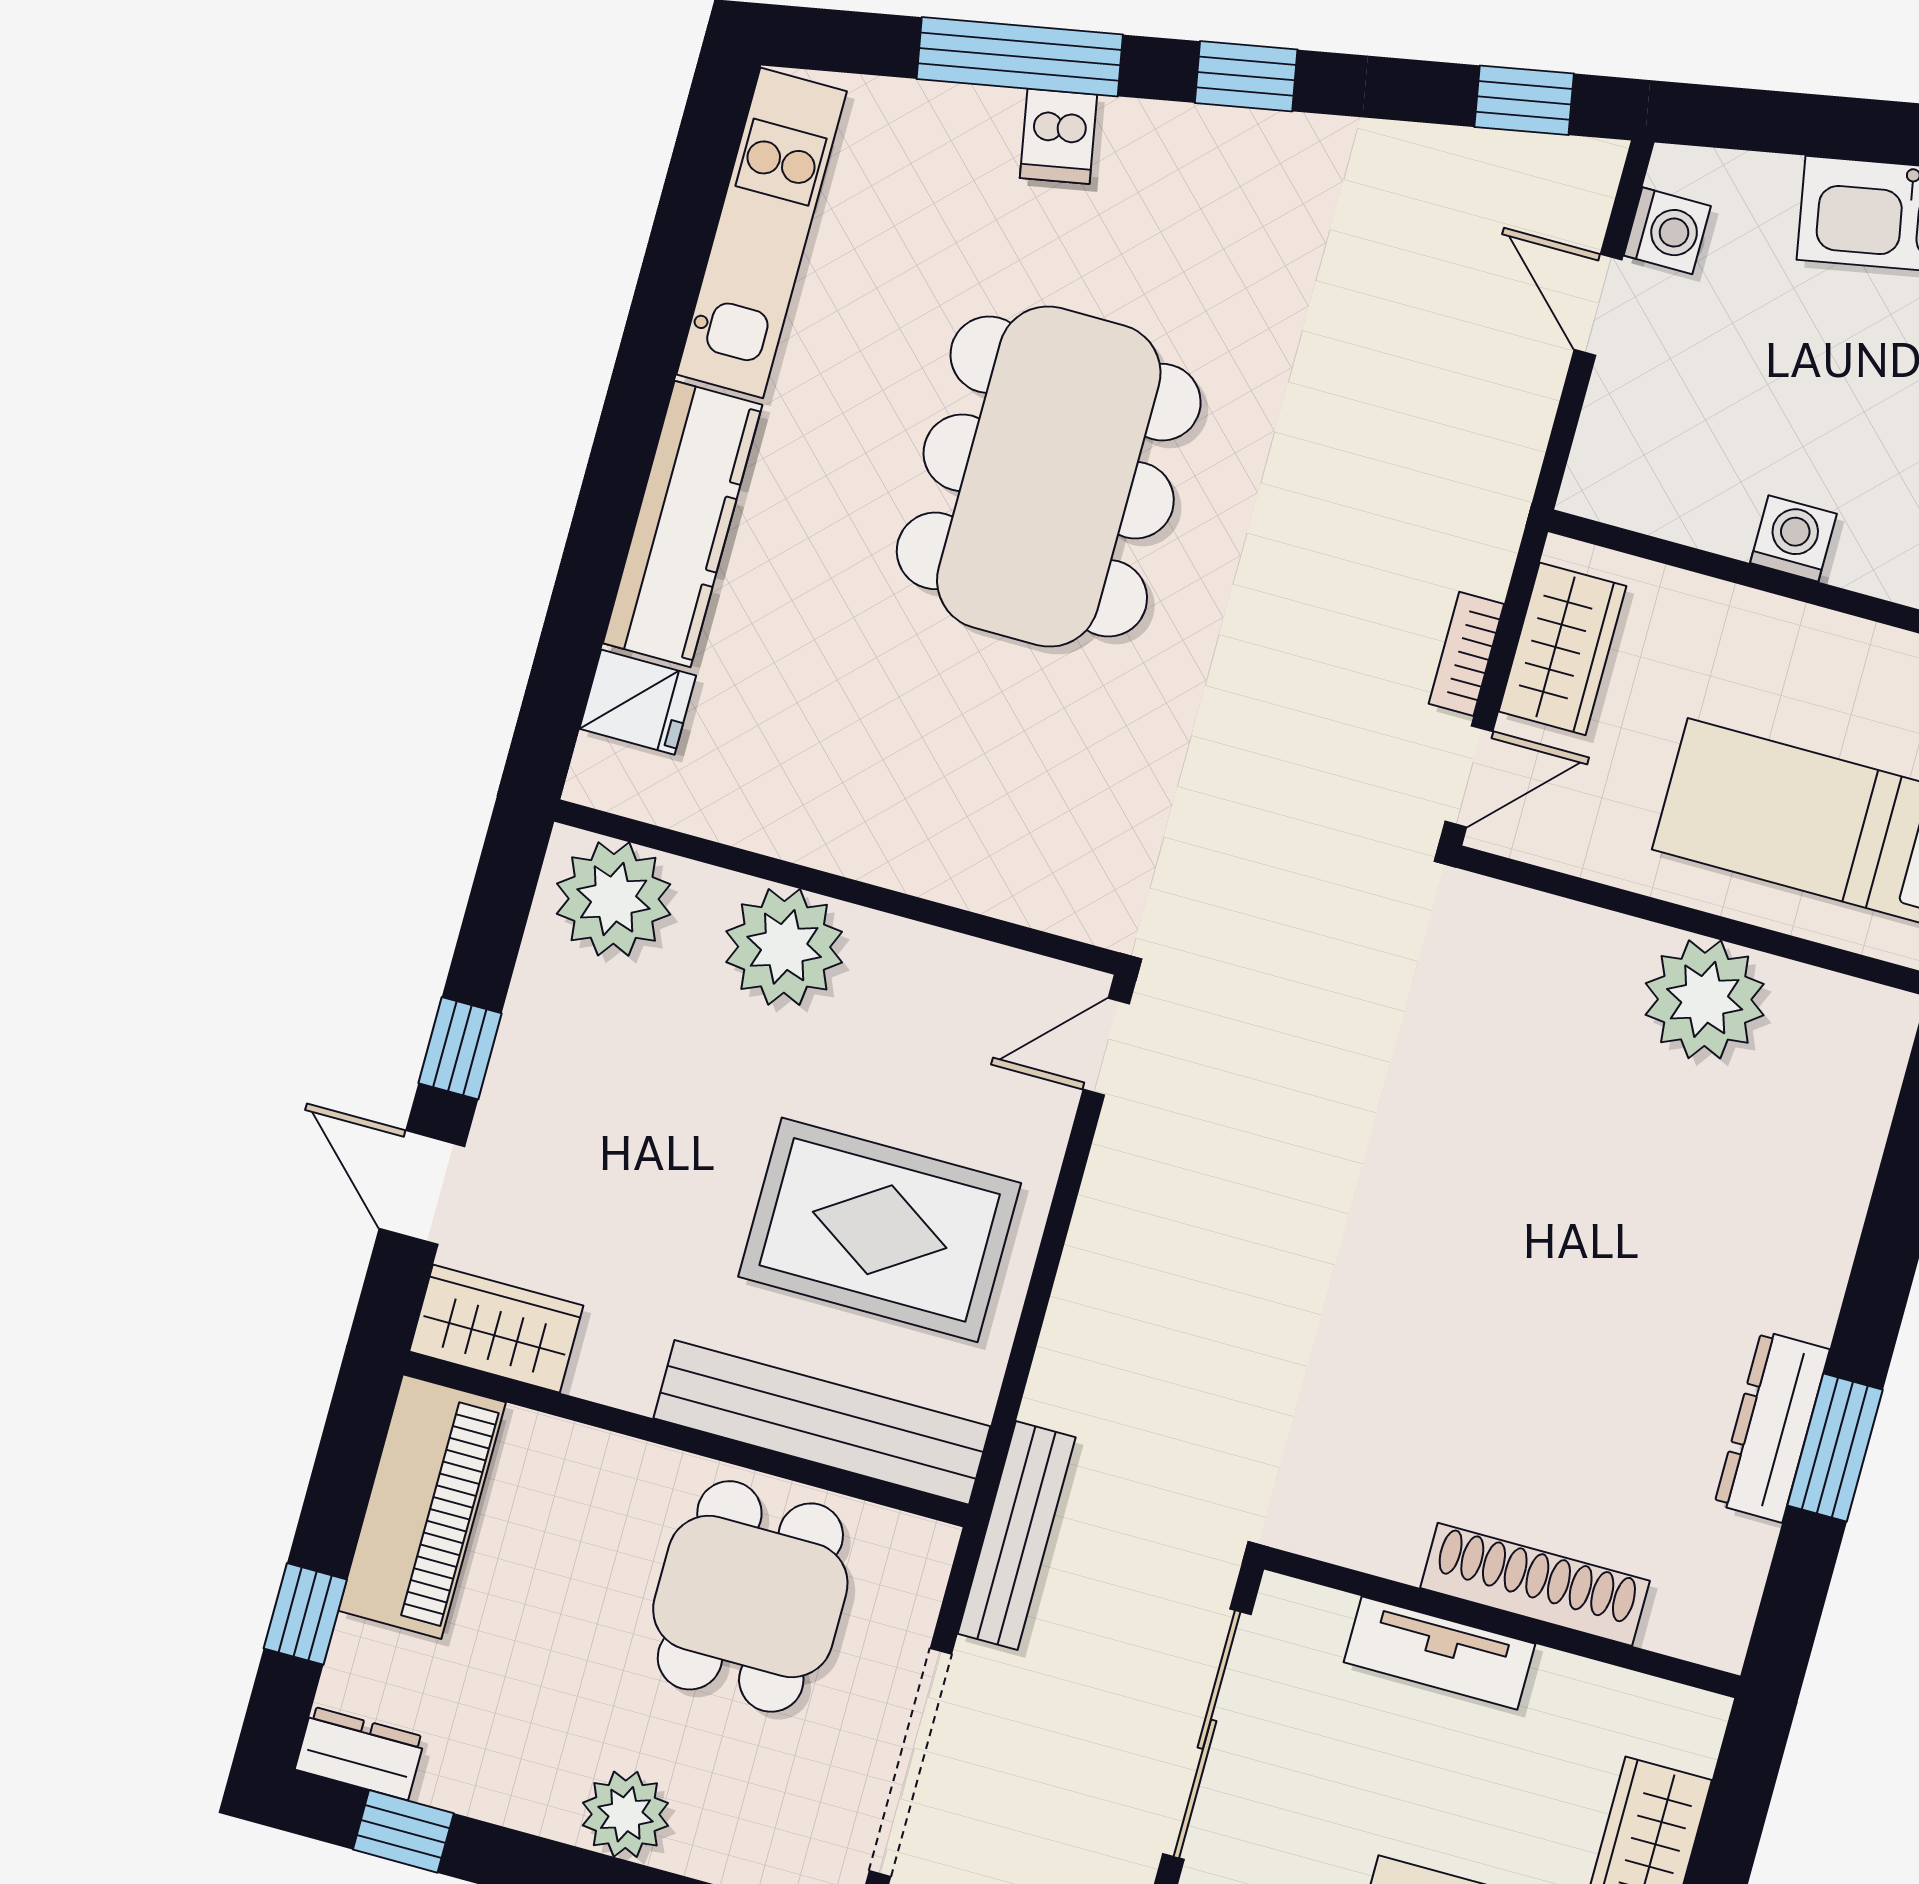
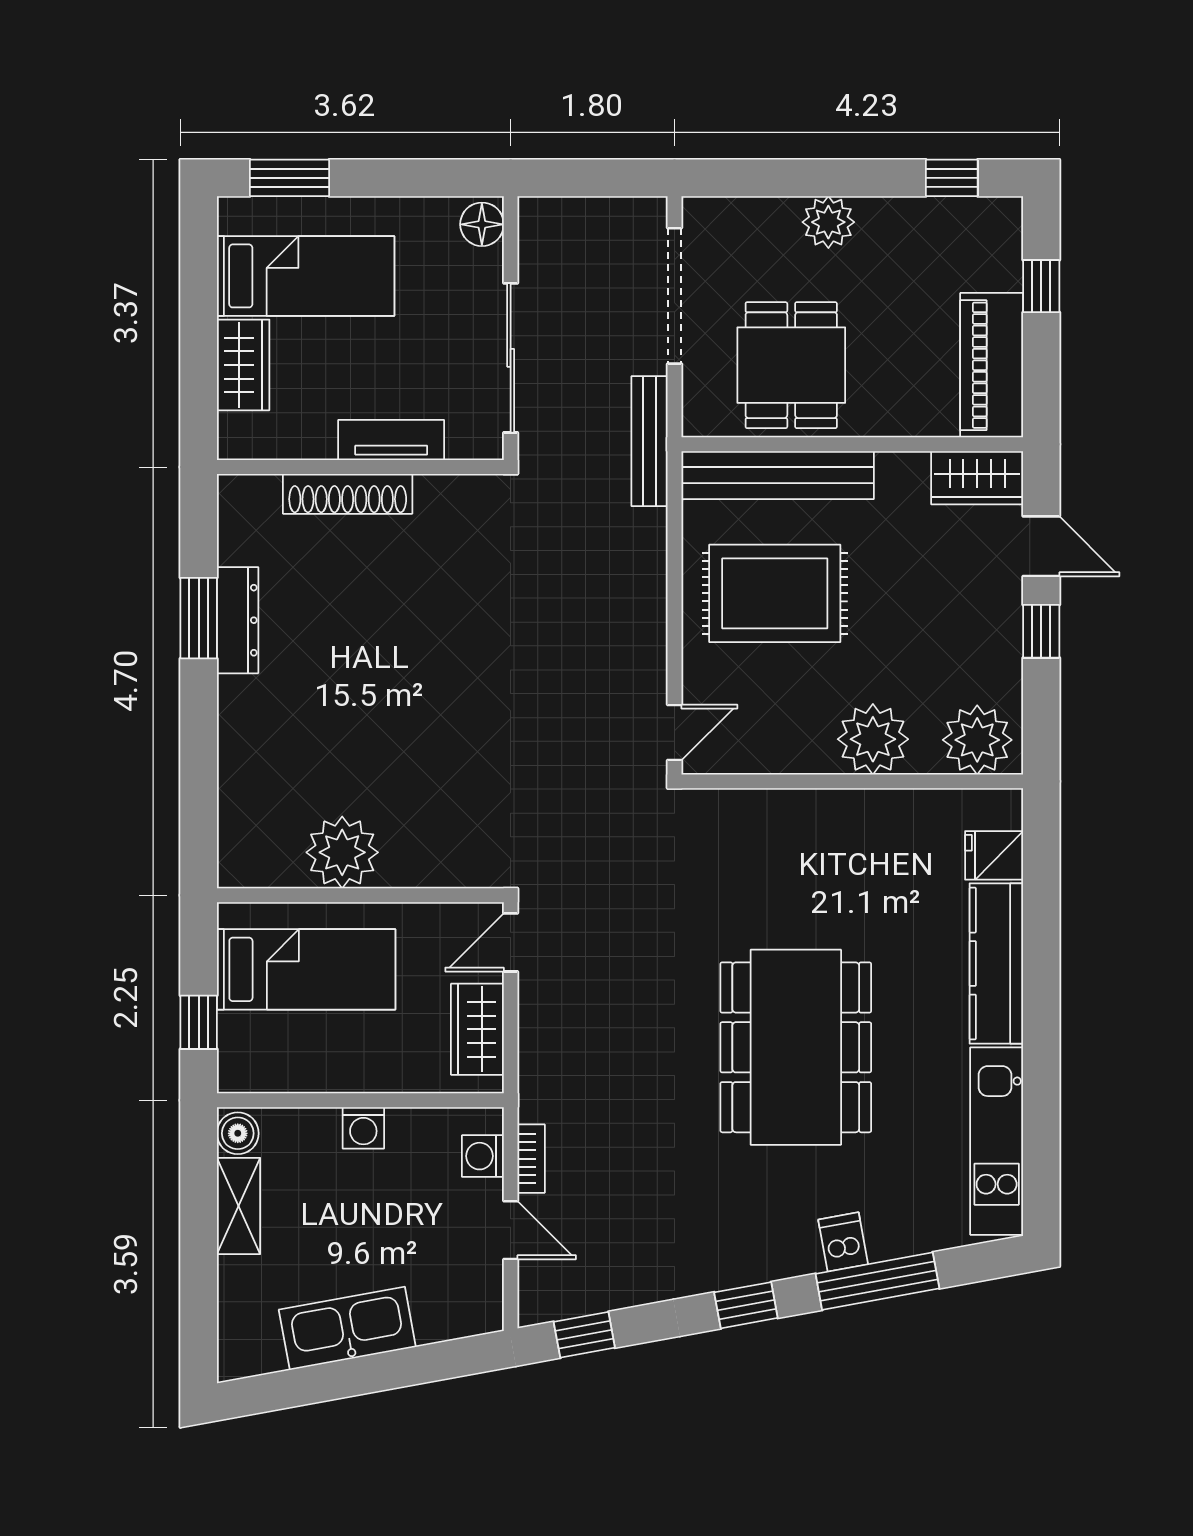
washing machine: (1667, 231) -> (483, 1156), moved
bookcase: (1466, 654) -> (531, 1159), moved
dresser: (360, 1753) -> (989, 215), removed

